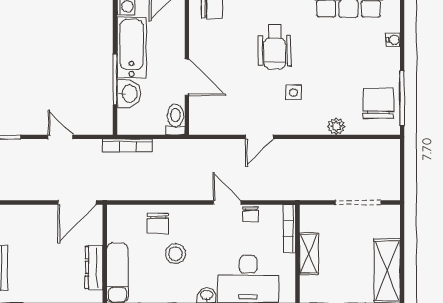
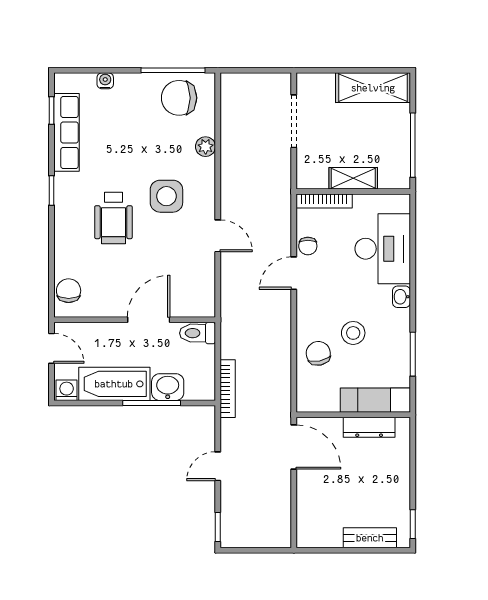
wheelchair: (275, 47) -> (113, 218), turned 90
side table: (294, 93) -> (166, 196), width x1.87, depth x1.87
chair: (251, 215) -> (308, 246), turned 90
chair: (158, 224) -> (318, 353), turned -102

